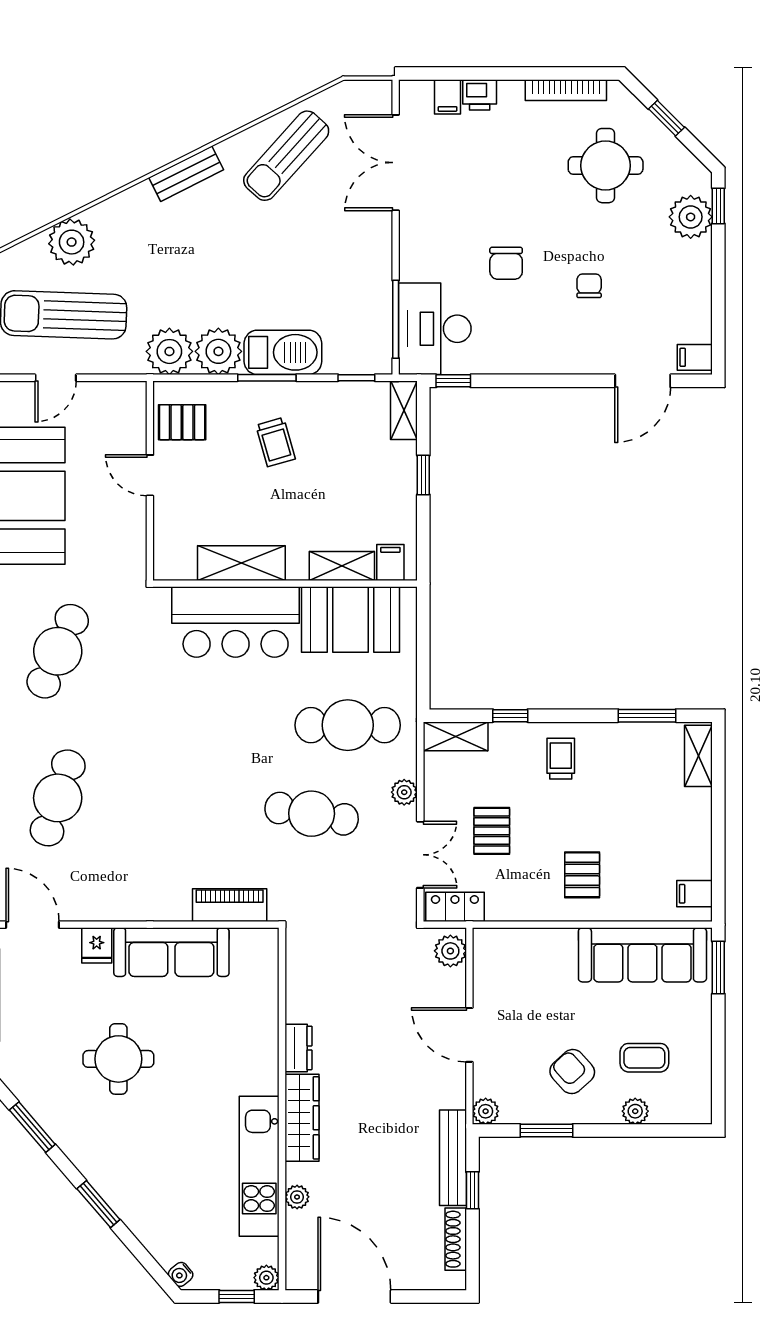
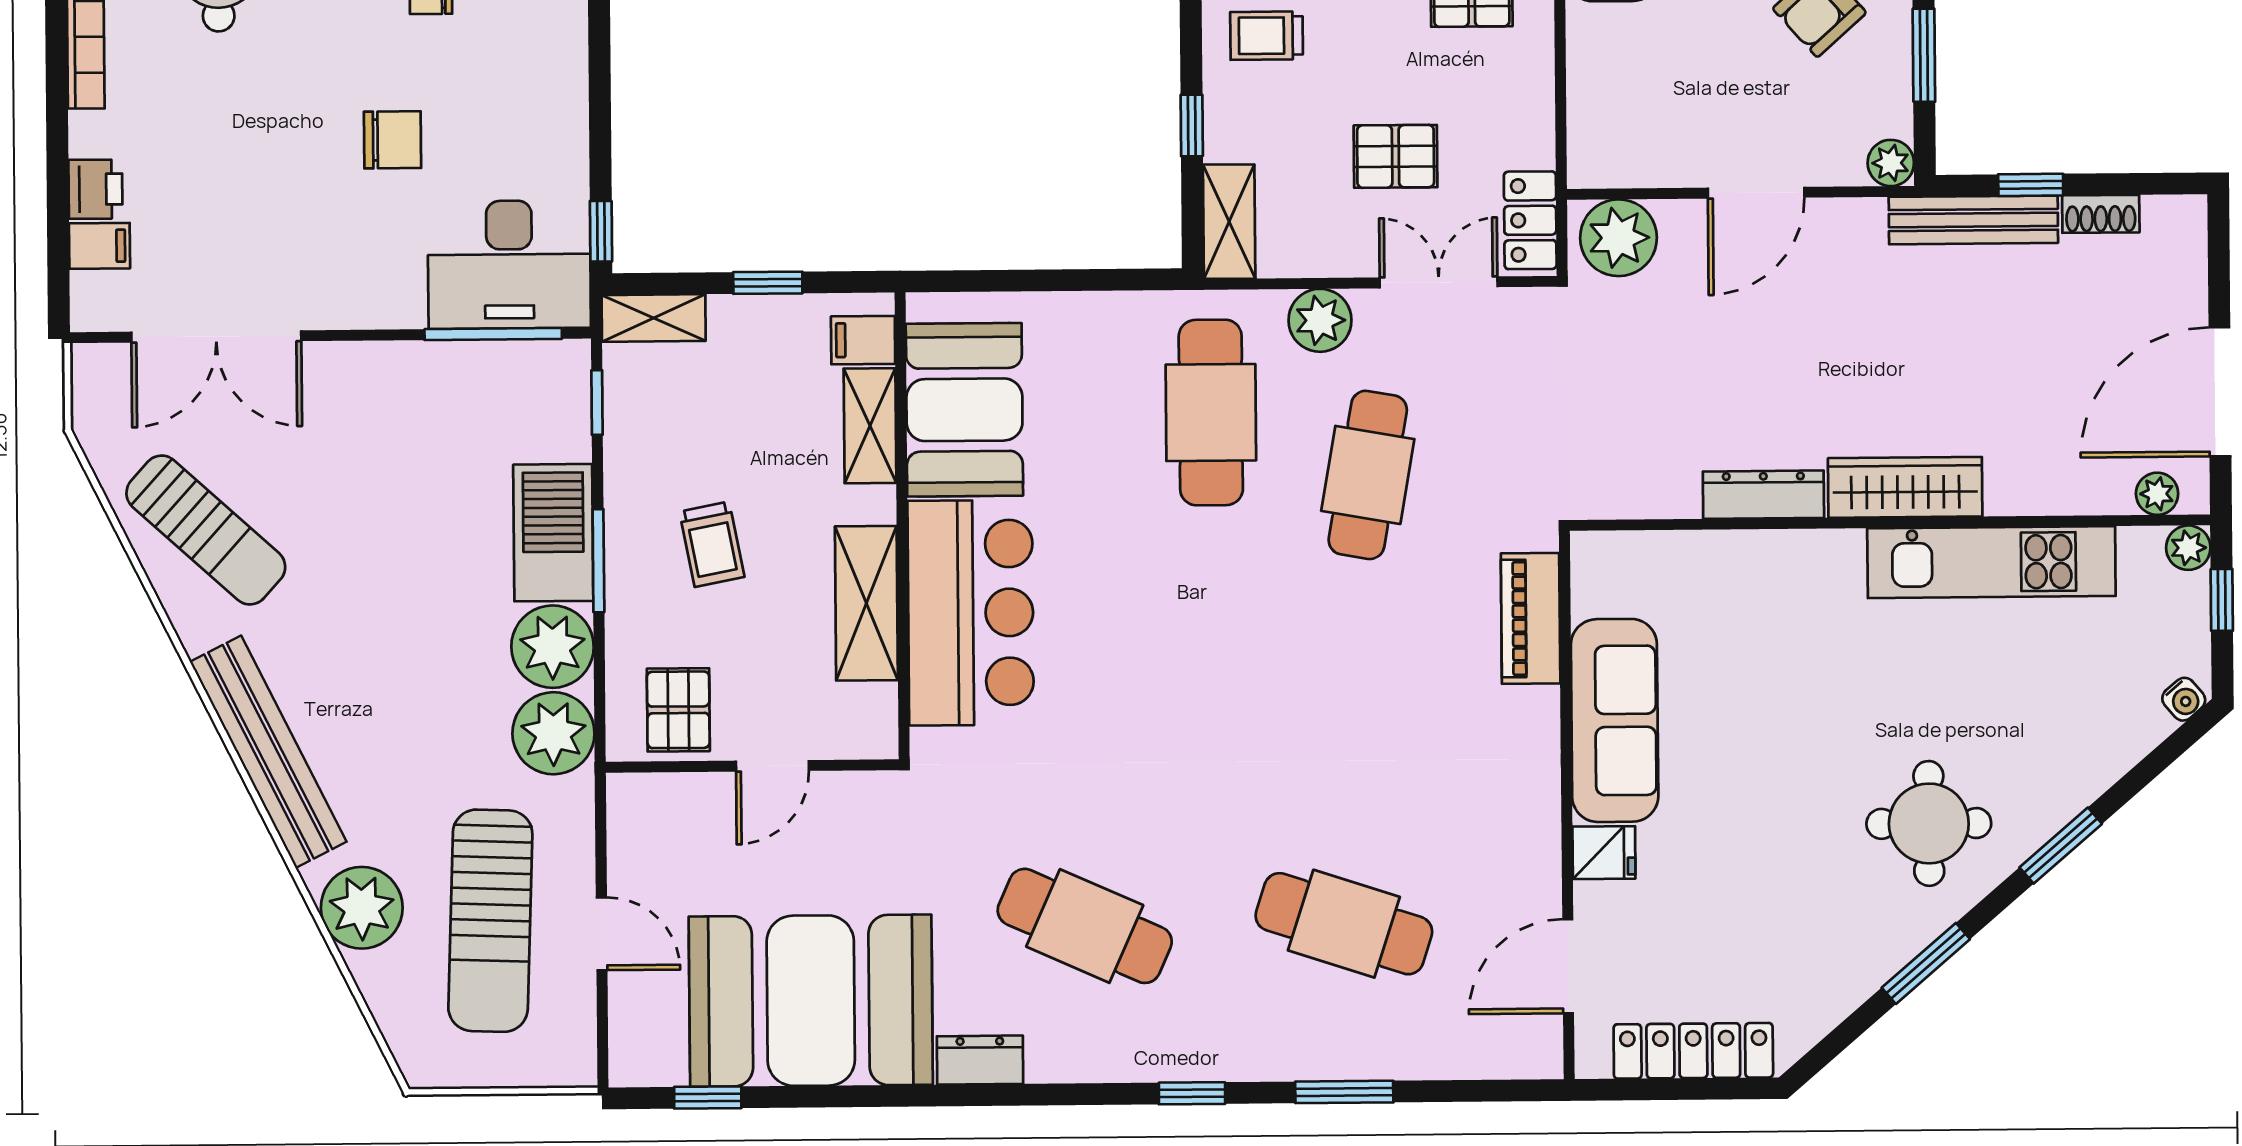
bench: (186, 174) -> (268, 752), width x1.86, depth x1.21
trolley: (276, 442) -> (712, 544), turned 95
filing cabinet: (390, 562) -> (863, 340), moved
shelving: (241, 563) -> (866, 603), moved
shelving: (342, 566) -> (870, 426), moved
wall: (285, 584) -> (902, 526), moved
booth: (350, 619) -> (964, 410), moved
bar counter: (236, 622) -> (971, 613), moved
plant: (404, 792) -> (1320, 320), width x1.38, depth x1.38
plant: (450, 951) -> (1619, 238), width x1.36, depth x1.36
dresser: (298, 1048) -> (1763, 495), width x1.44
round table: (118, 1059) -> (1929, 823), moved
plant: (297, 1197) -> (2157, 494), moved
shoe rack: (456, 1239) -> (2101, 214), width x0.70

